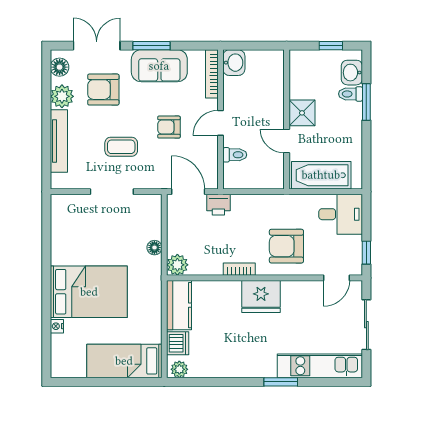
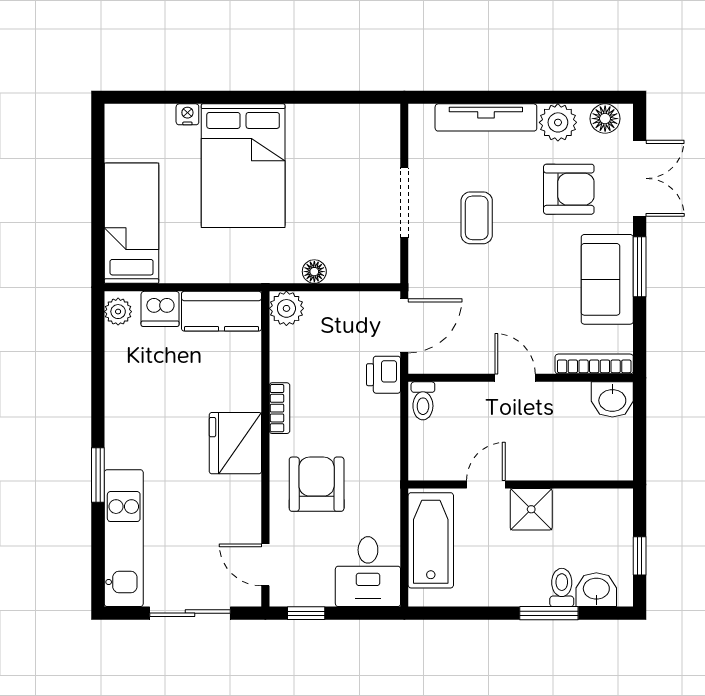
armchair: (103, 90) -> (569, 189), turned 90
armchair: (169, 127) -> (508, 295), removed
toilet: (235, 155) -> (423, 401), moved

